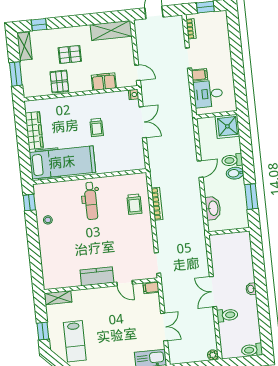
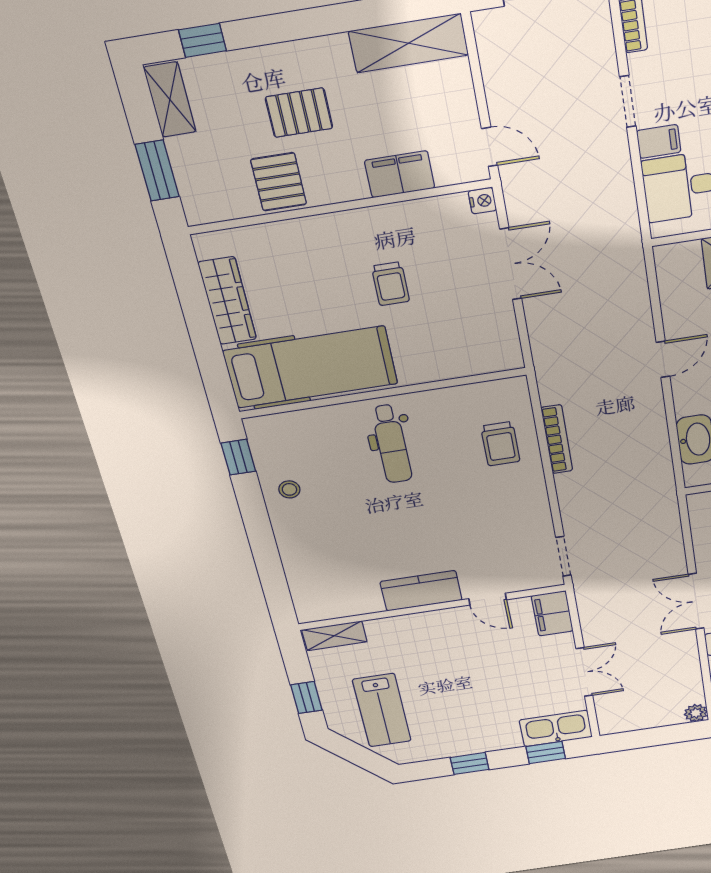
filing cabinet: (151, 288) -> (552, 613), width x2.00

